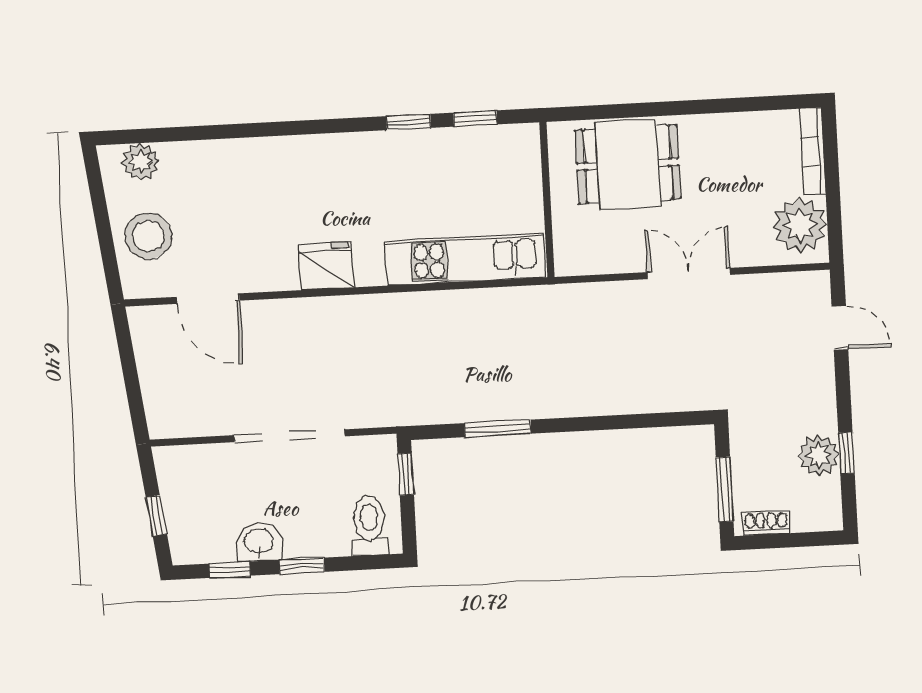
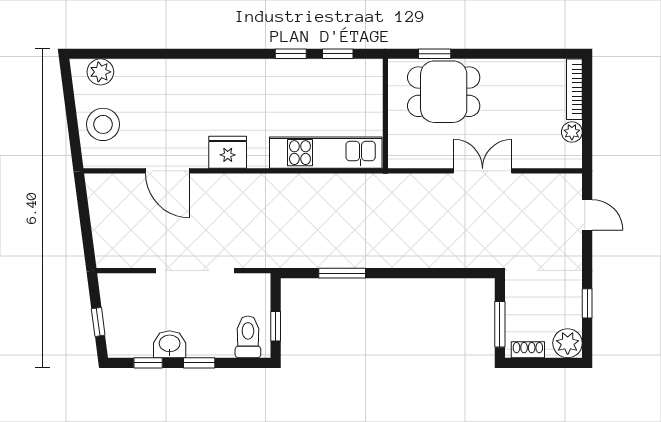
window: (612, 111) -> (435, 54), added
plant: (800, 225) -> (572, 132), width x0.53, depth x0.53
door: (208, 299) -> (168, 171), moved
plant: (819, 455) -> (568, 343), moved
window: (406, 474) -> (276, 326), moved

